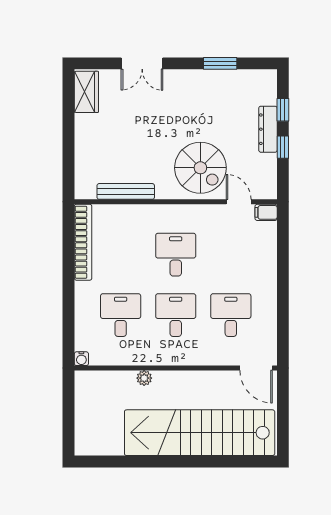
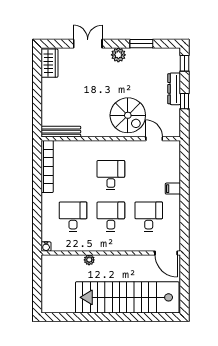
double door: (142, 63) -> (88, 44), swing flipped
plant: (187, 80) -> (118, 55), added
window: (283, 110) -> (184, 63), moved
bench: (126, 191) -> (61, 132), moved
filing cabinet: (266, 212) -> (173, 189), moved

